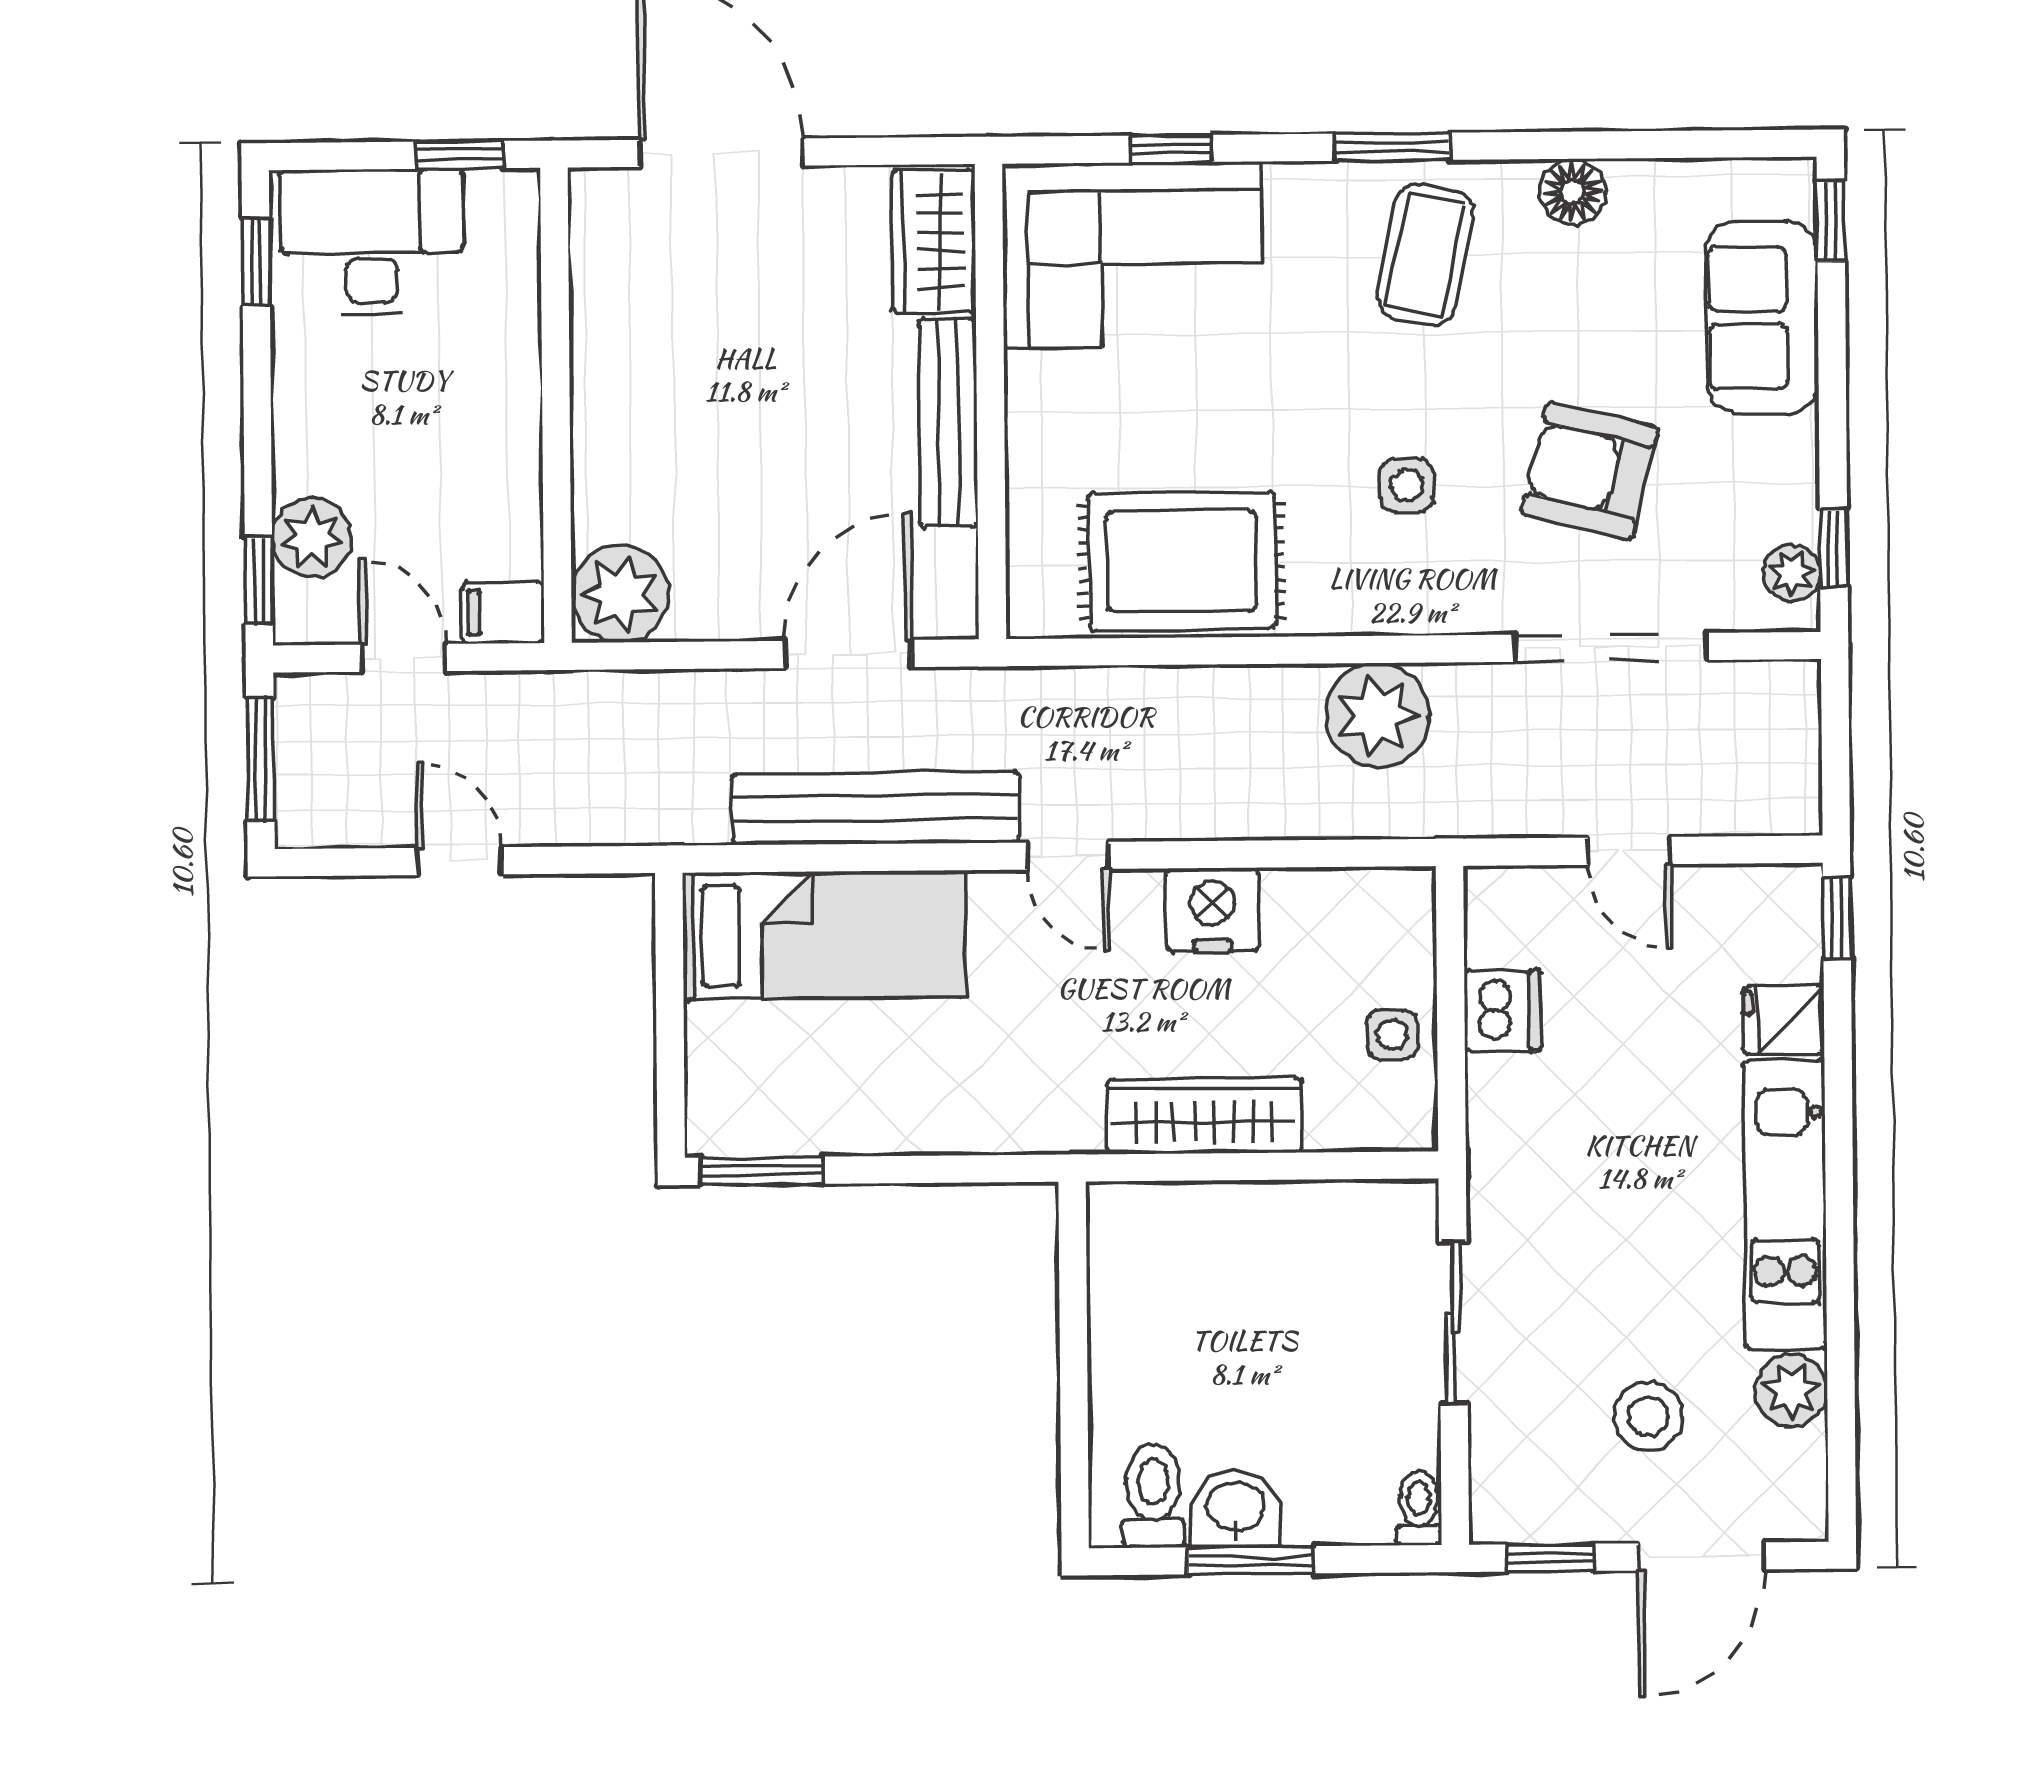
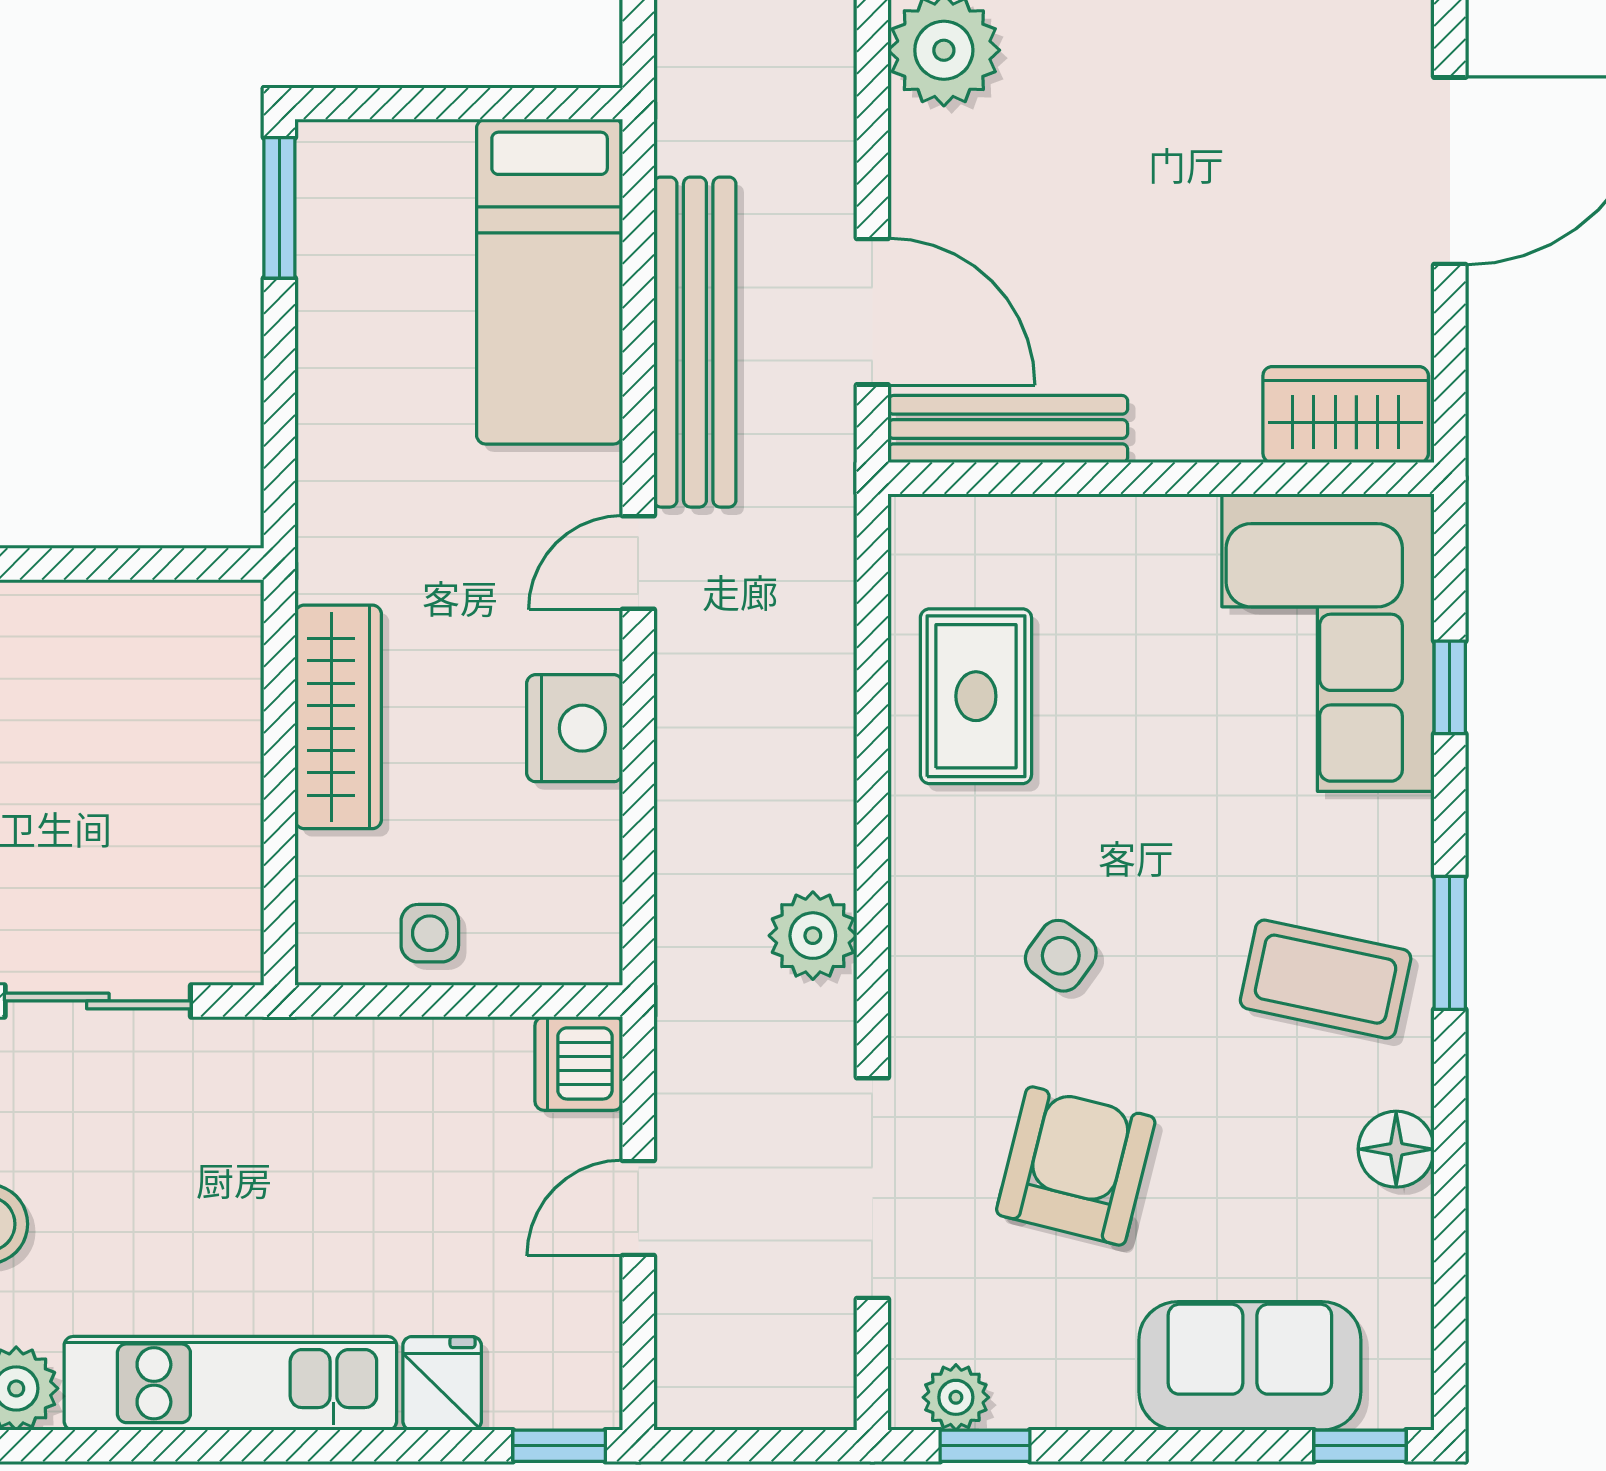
bench: (948, 423) -> (1008, 429), moved
side table: (1407, 485) -> (1061, 956), turned 36
rug: (1182, 561) -> (976, 696), width x0.73, depth x0.70
plant: (1377, 715) -> (813, 936), width x0.73, depth x0.73
dishwasher: (1502, 1011) -> (579, 1063), moved, turned 90

